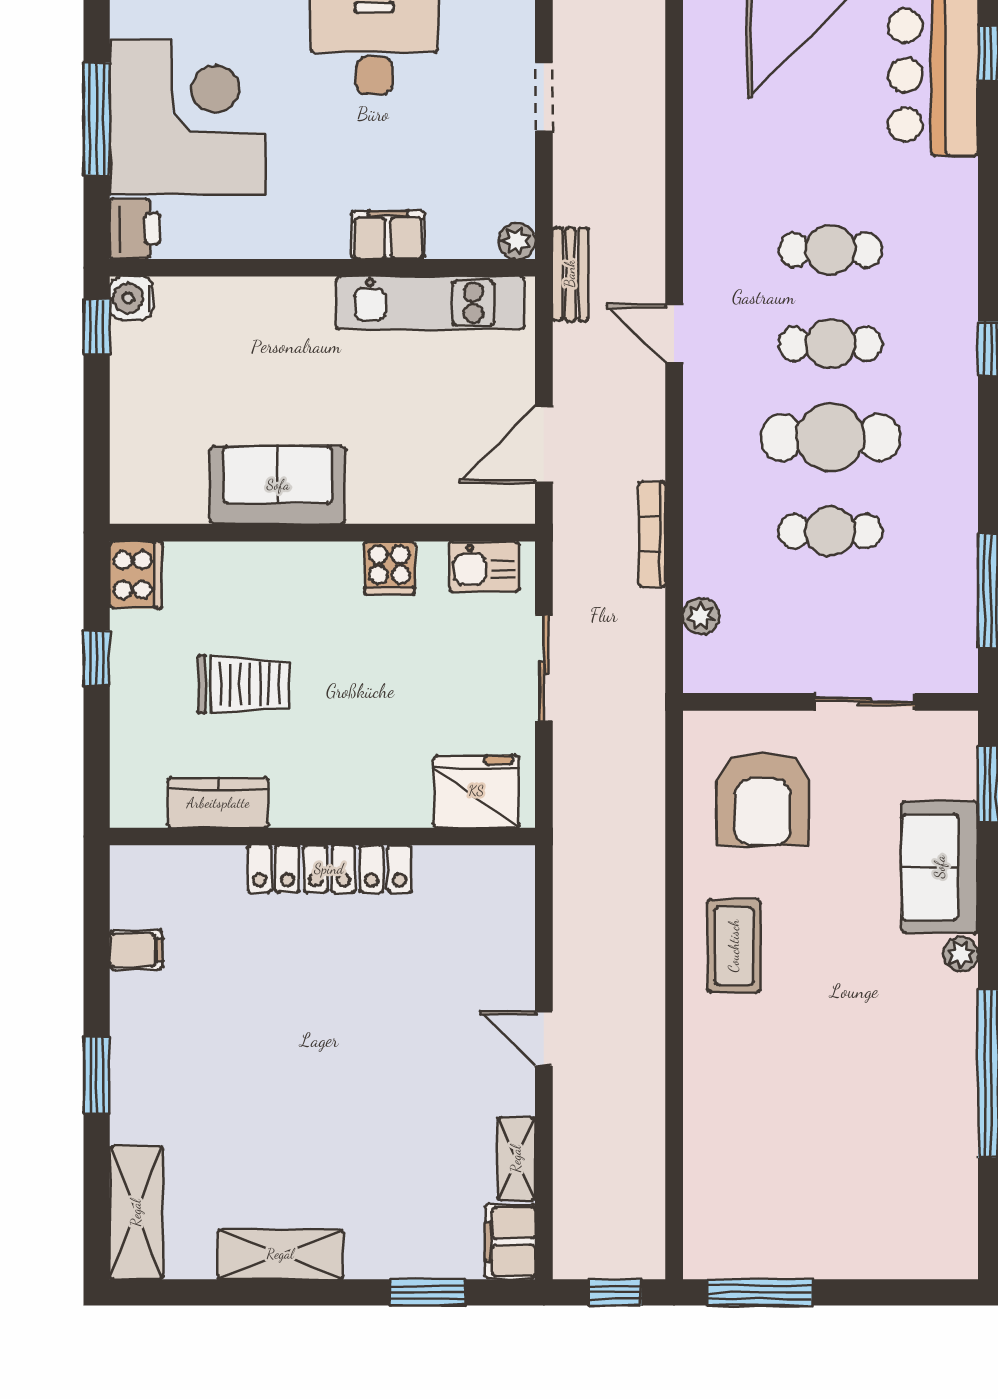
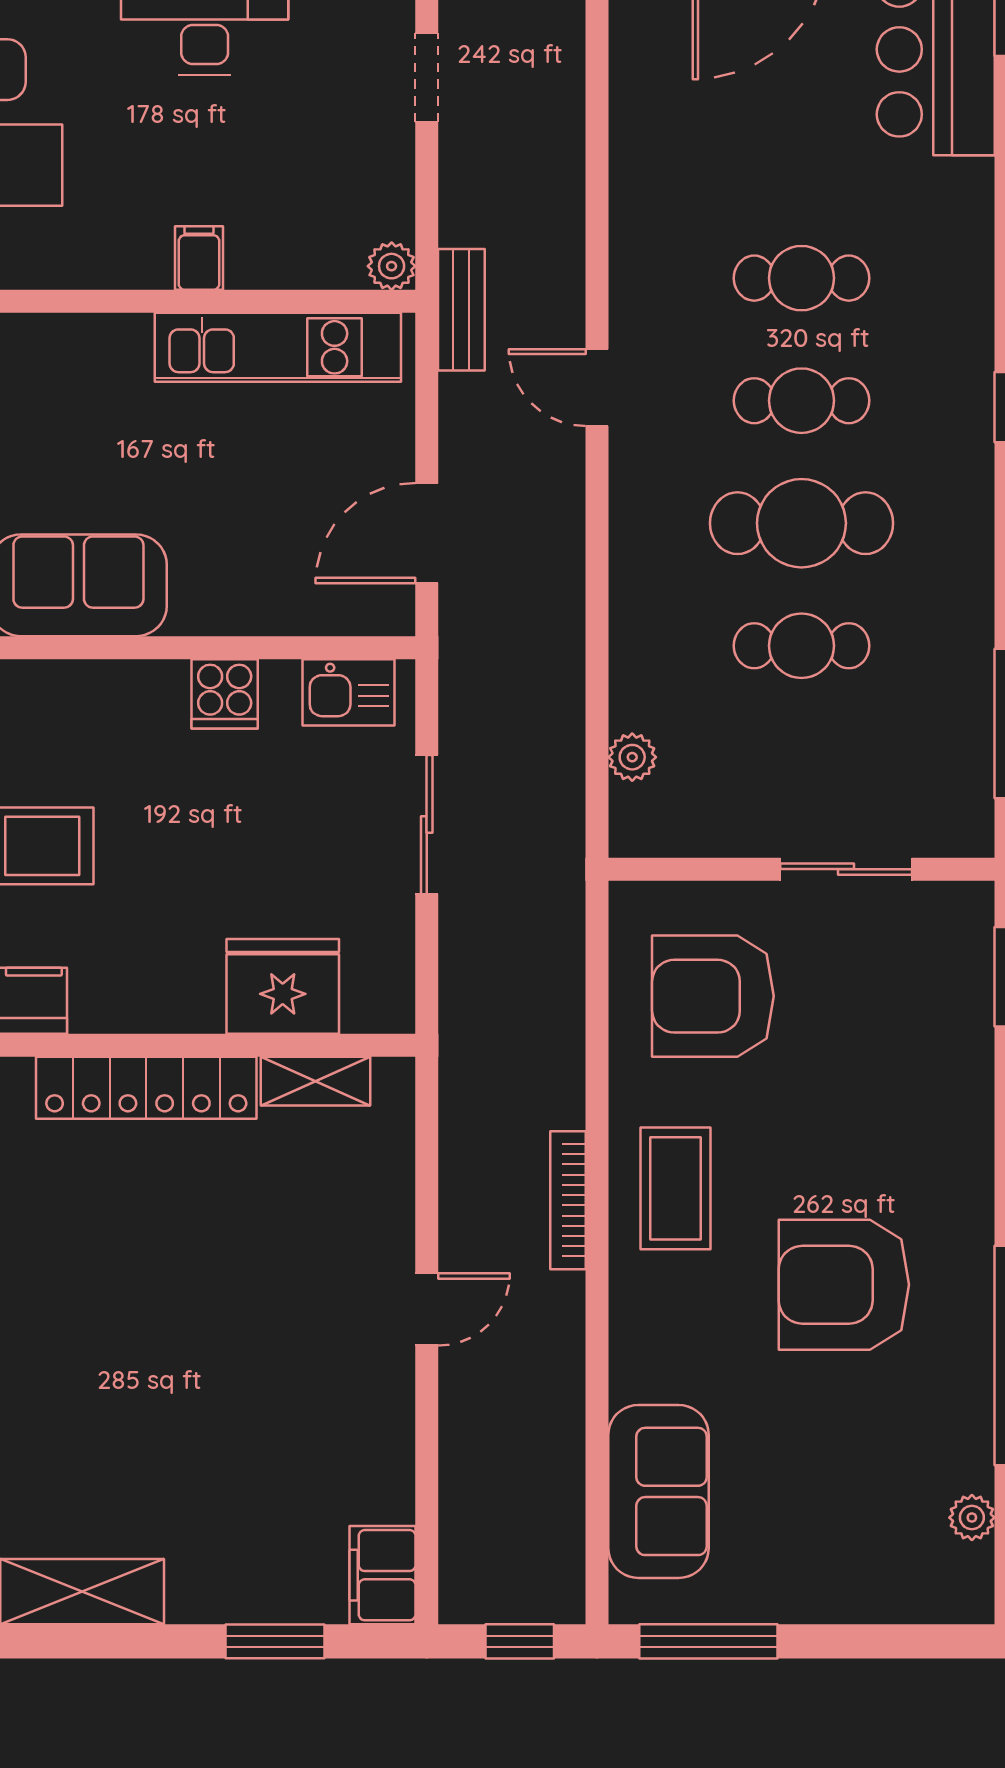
filing cabinet: (388, 235) -> (199, 258), width x0.50
bookcase: (652, 534) -> (568, 1200), moved
fridge: (476, 791) -> (283, 986), moved
armchair: (763, 799) -> (713, 996), turned 90
sofa: (940, 867) -> (659, 1491), moved, turned 180
plant: (961, 954) -> (972, 1518), moved
armchair: (863, 1020) -> (844, 1285), added
door: (544, 1039) -> (427, 1309), swing flipped
shelving: (516, 1159) -> (315, 1081), moved, turned 90

